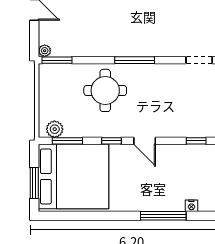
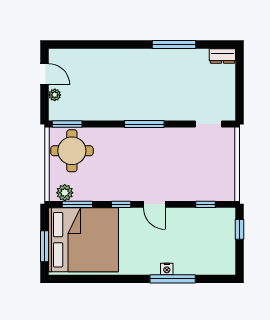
plant: (45, 51) -> (55, 95), moved
round table: (105, 90) -> (72, 151), moved
nightstand: (191, 206) -> (167, 269), moved

